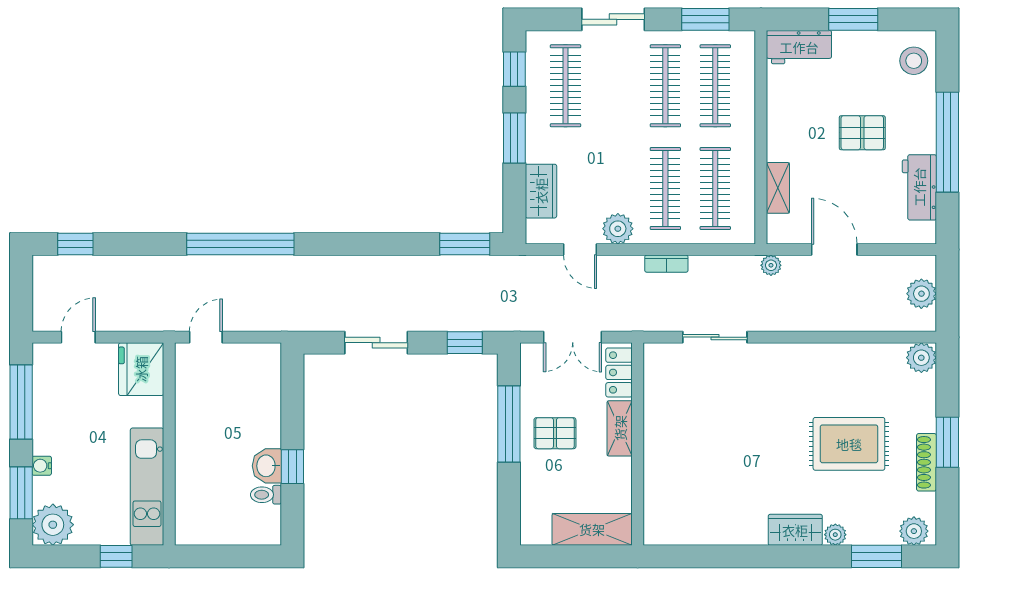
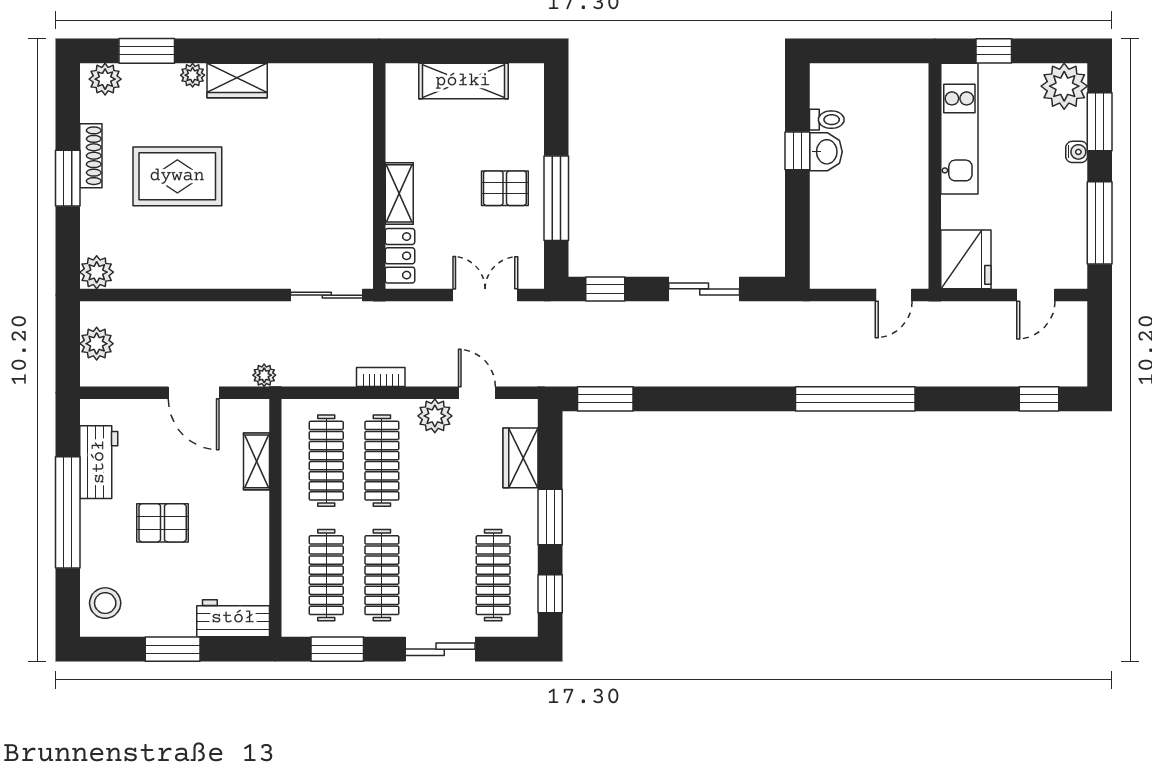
locker: (619, 372) -> (400, 256), moved
shelving: (620, 428) -> (399, 193), moved
wall: (638, 444) -> (379, 176), moved

